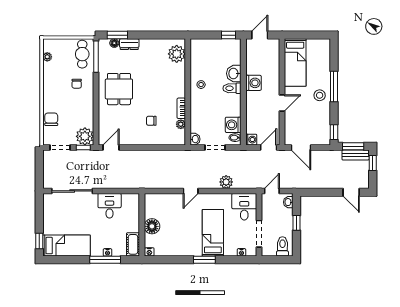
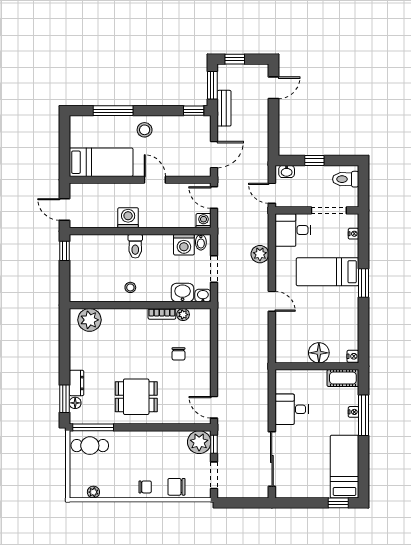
washbasin: (234, 73) -> (183, 292), moved, turned 180
chair: (77, 84) -> (145, 487), moved
window: (334, 86) -> (113, 111), moved
bench: (356, 155) -> (224, 108), moved

